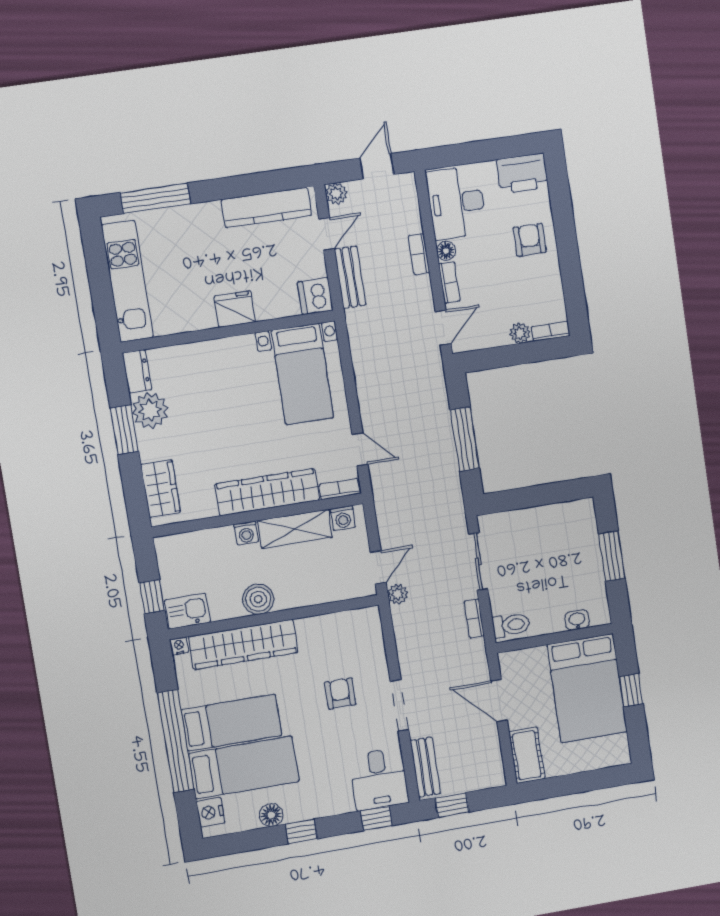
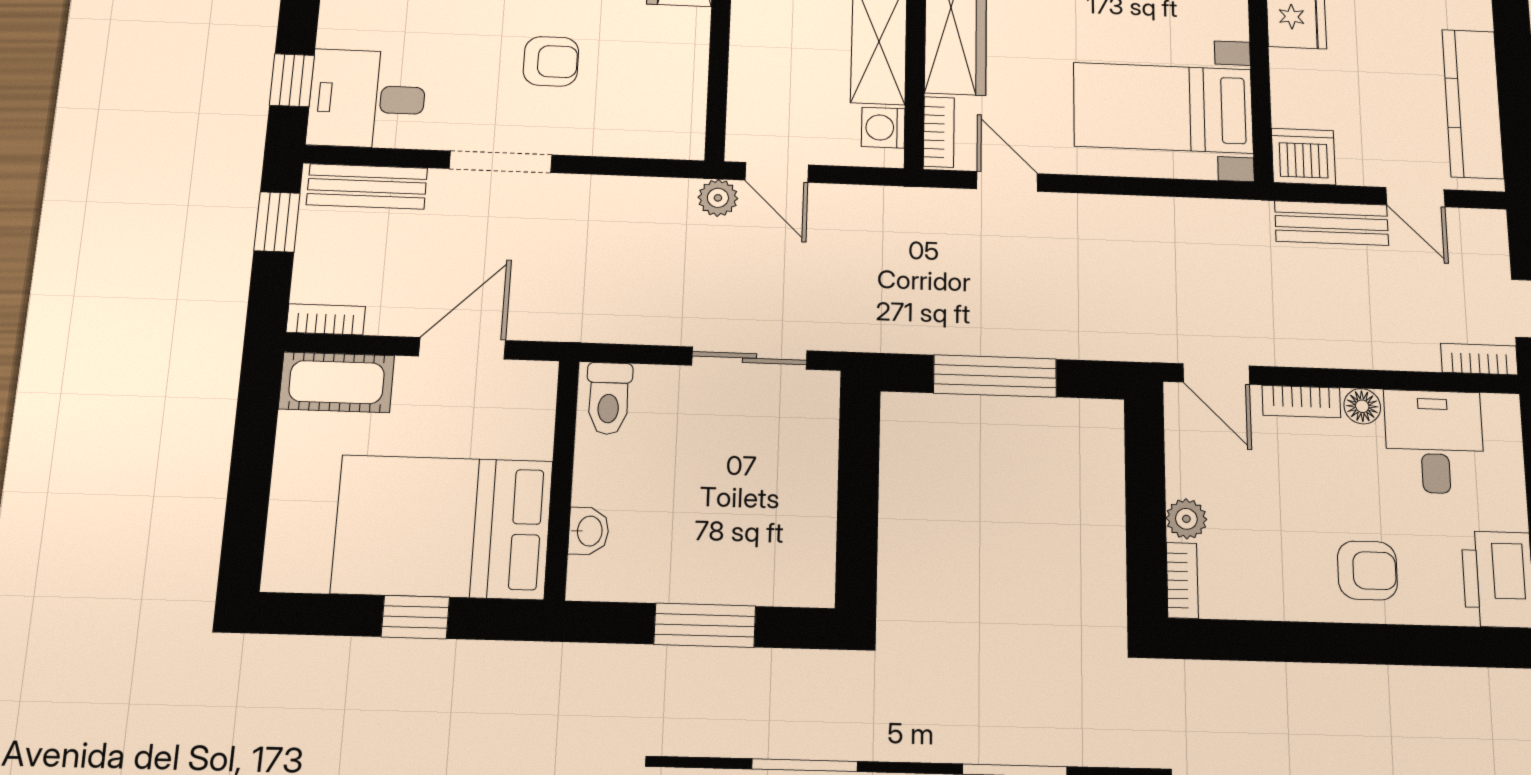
plant: (336, 194) -> (1488, 228), removed
desk: (456, 203) -> (1434, 442), width x0.73
bookcase: (419, 254) -> (1479, 359), moved
door: (360, 449) -> (1007, 181), swing flipped
bookcase: (474, 618) -> (326, 319), moved

